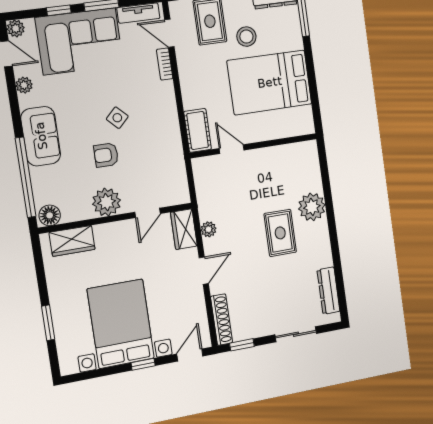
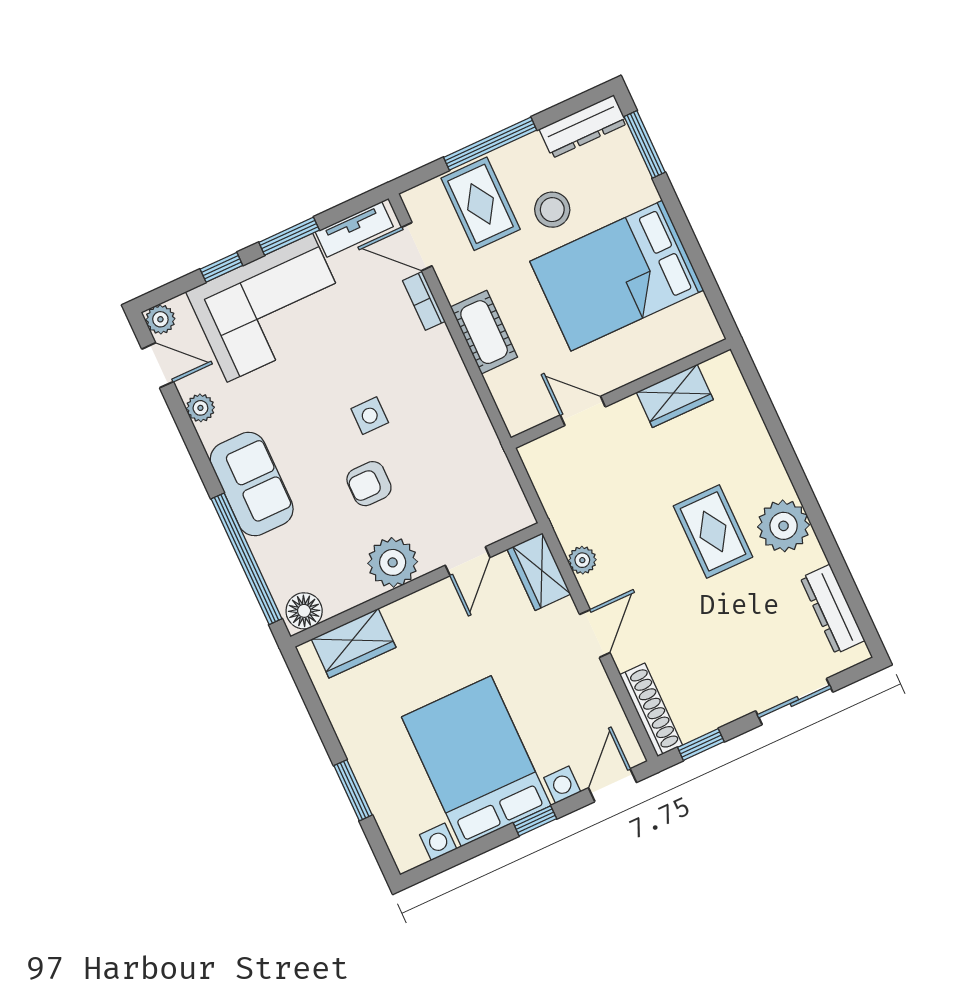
side table: (117, 118) -> (370, 416), turned 45
cot: (198, 130) -> (484, 332), moved
wardrobe: (281, 155) -> (675, 396), added
plant: (312, 207) -> (784, 526), moved

